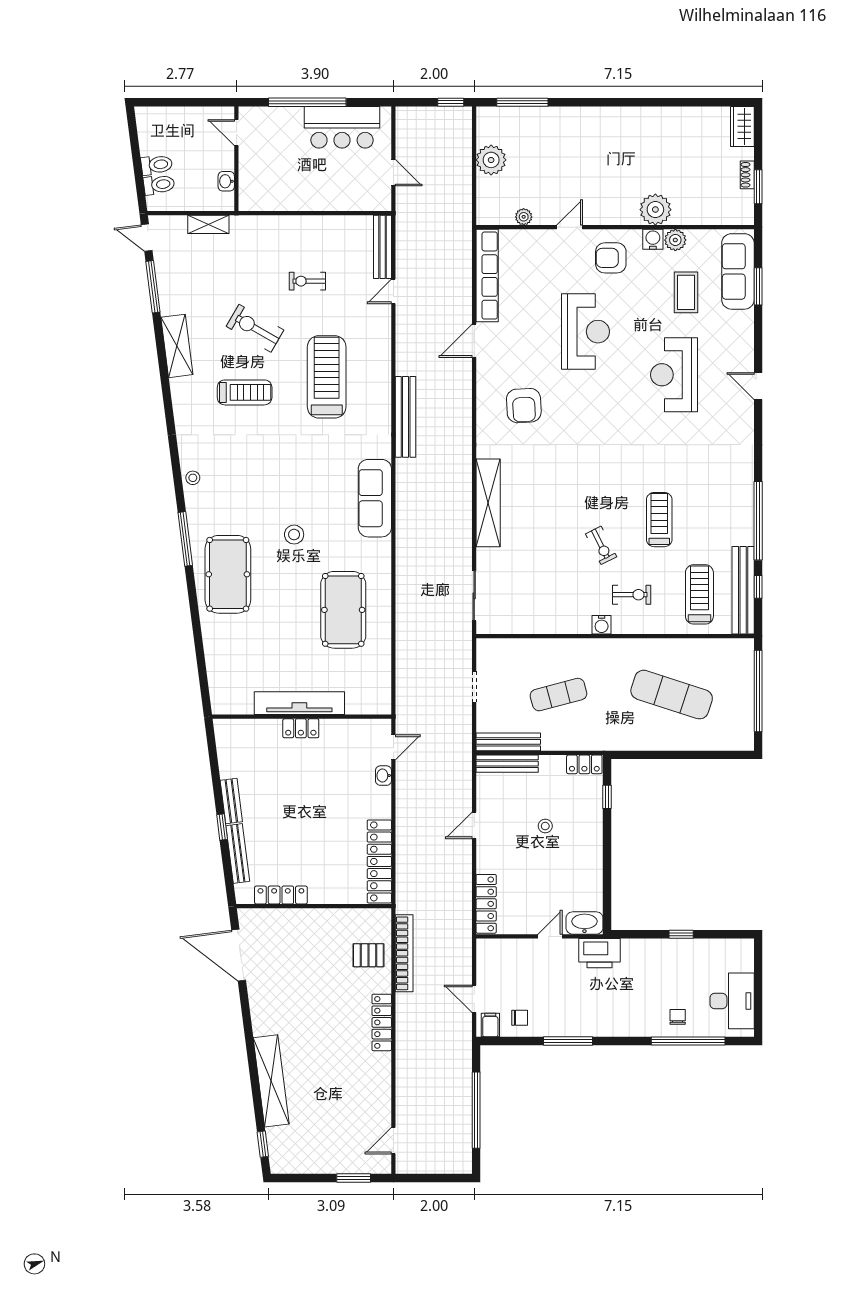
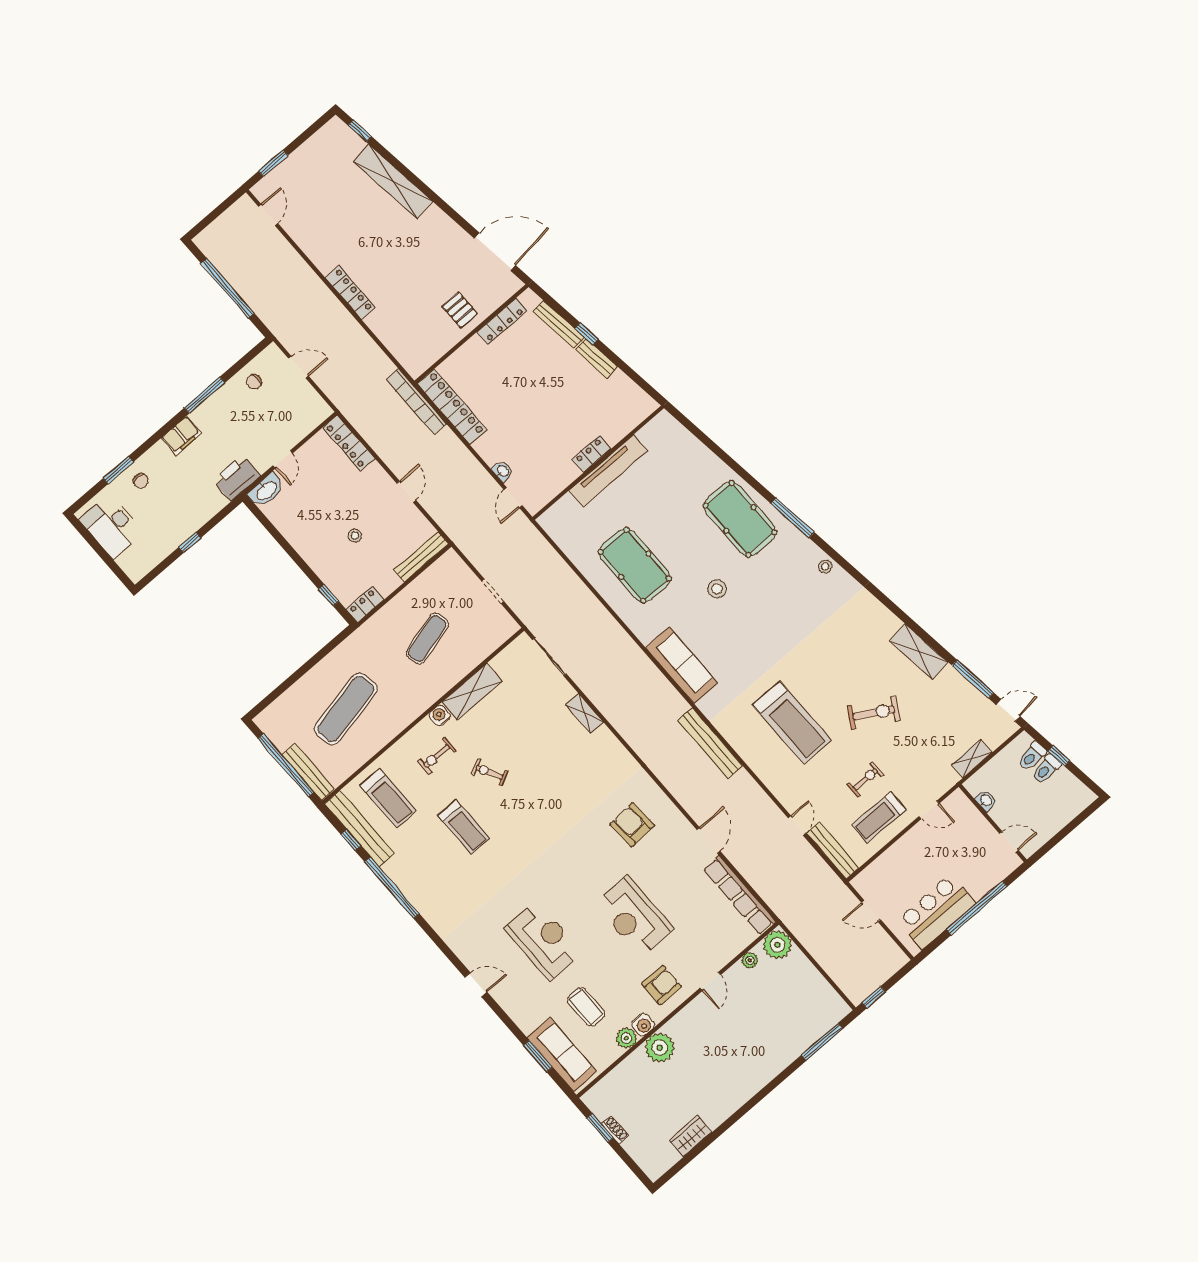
wardrobe: (742, 126) -> (691, 1136), moved, turned -90
plant: (491, 160) -> (777, 945), moved
window: (138, 167) -> (1059, 756), added
door: (278, 213) -> (929, 810), added
treadmill: (245, 392) -> (879, 817), moved
shelving: (488, 503) -> (584, 713), width x0.45, depth x0.75
shelving: (559, 622) -> (472, 691), added
exercise mat: (672, 695) -> (346, 709), turned -30
bench: (508, 742) -> (308, 772), moved, turned 90
bookcase: (404, 953) -> (416, 402), moved
pallet: (368, 955) -> (460, 310), moved, turned 90
filing cabinet: (490, 1025) -> (181, 435), moved, width x2.00
window: (688, 1041) -> (118, 470), width x0.47

